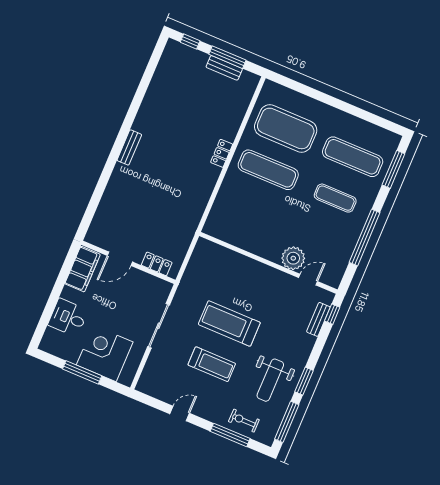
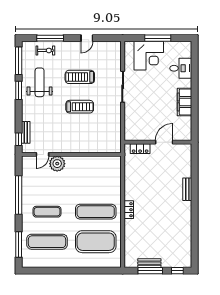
door: (120, 259) -> (164, 142), moved
wall: (128, 262) -> (158, 142), moved
locker: (157, 264) -> (140, 149), moved
treadmill: (229, 323) -> (80, 107), width x0.73, depth x0.73

